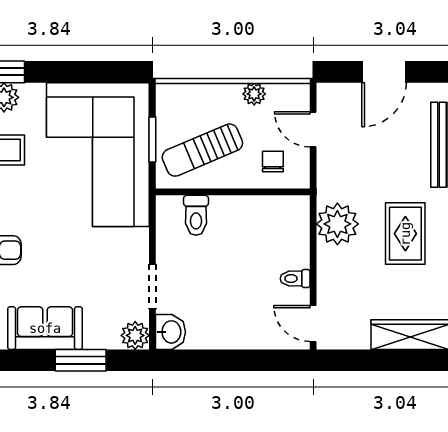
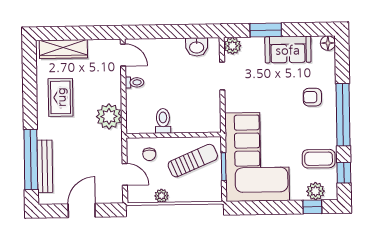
toilet: (196, 215) -> (163, 121), moved
rug: (405, 234) -> (61, 97), moved
washbasin: (170, 332) -> (197, 47), moved, turned -90

